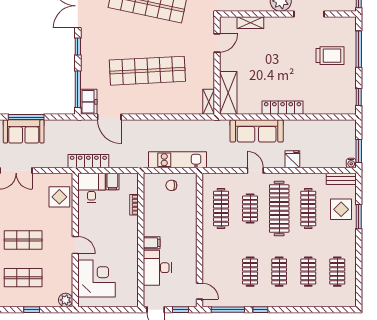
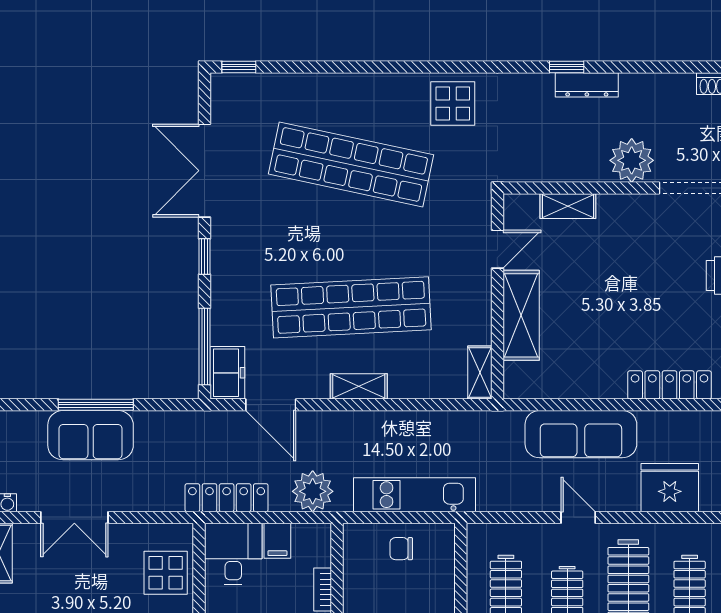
shelving: (228, 93) -> (521, 315), moved
shelving: (151, 108) -> (359, 386), added
locker: (283, 108) -> (670, 385), moved
plant: (129, 158) -> (313, 491), added
fridge: (292, 159) -> (670, 488), width x1.88, depth x1.34

